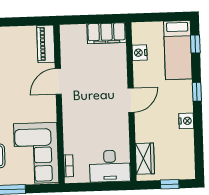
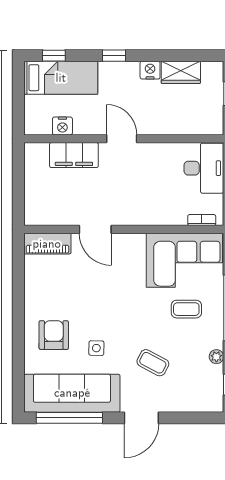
filing cabinet: (107, 33) -> (74, 155), moved, turned 90
wardrobe: (145, 159) -> (181, 72), moved, turned 180

